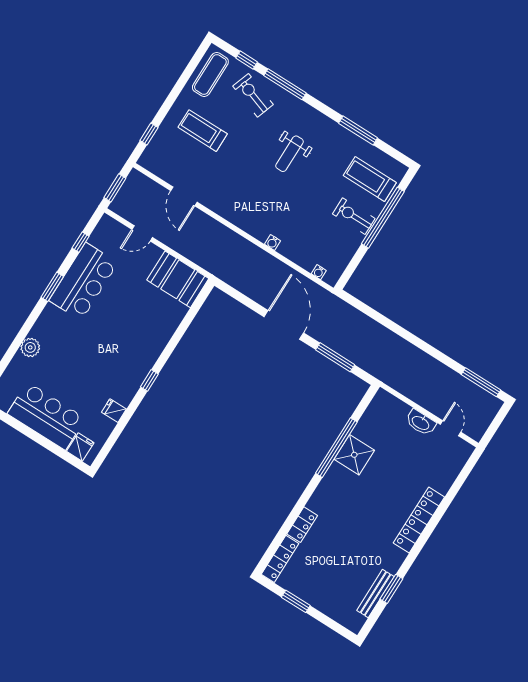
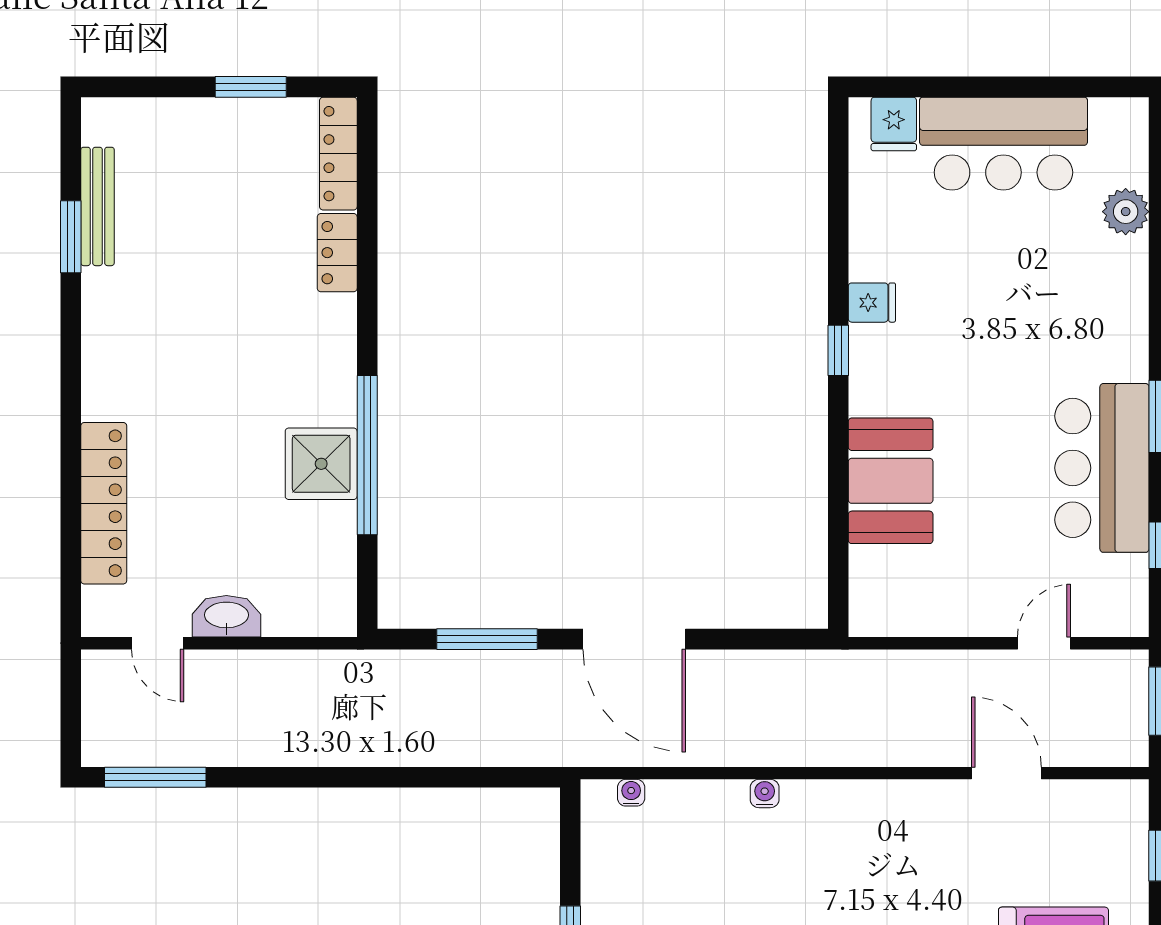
booth: (178, 279) -> (891, 481), moved, turned 90
plant: (30, 347) -> (1126, 212), moved
fridge: (114, 411) -> (872, 303), moved
locker: (419, 520) -> (104, 503), moved

